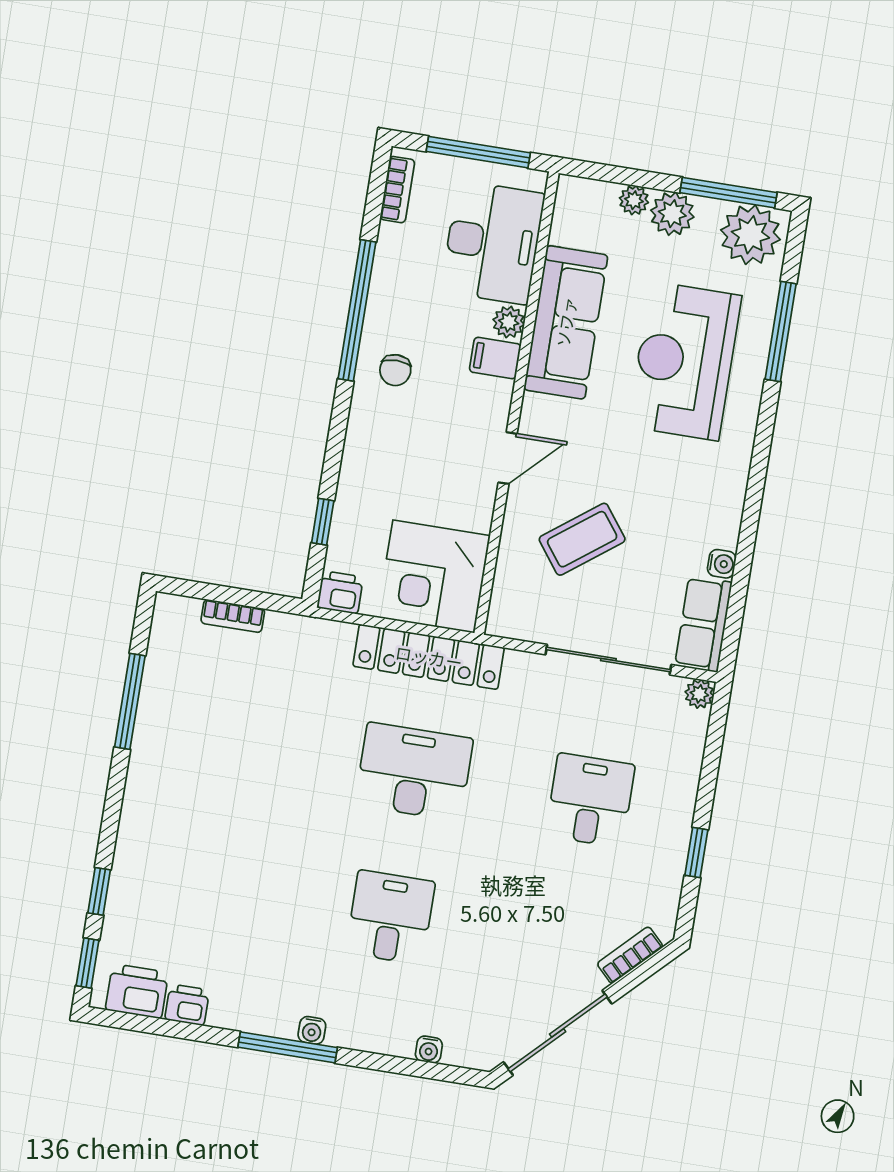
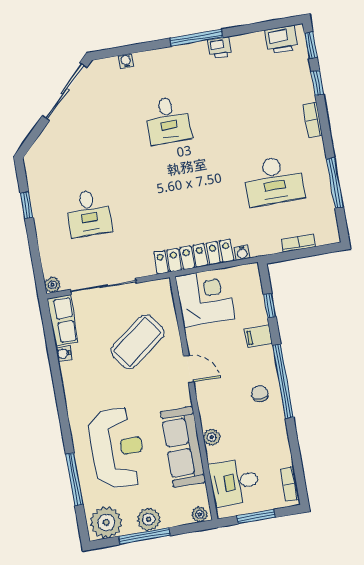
window: (478, 152) -> (256, 517), width x0.69
window: (728, 193) -> (144, 536), moved
plant: (634, 200) -> (200, 514), moved
desk: (493, 243) -> (235, 482), width x0.73
window: (357, 310) -> (283, 381), moved
filing cabinet: (495, 358) -> (258, 336), moved, turned 180
door: (508, 458) -> (189, 369), swing flipped
coffee table: (582, 539) -> (138, 342), width x1.36, depth x1.32
printer: (340, 592) -> (249, 273), removed
desk: (414, 772) -> (274, 181), moved
bookcase: (630, 955) -> (313, 120), moved, turned 135
printer: (187, 1005) -> (220, 48), moved
water cooler: (312, 1030) -> (242, 253), moved, turned 180

